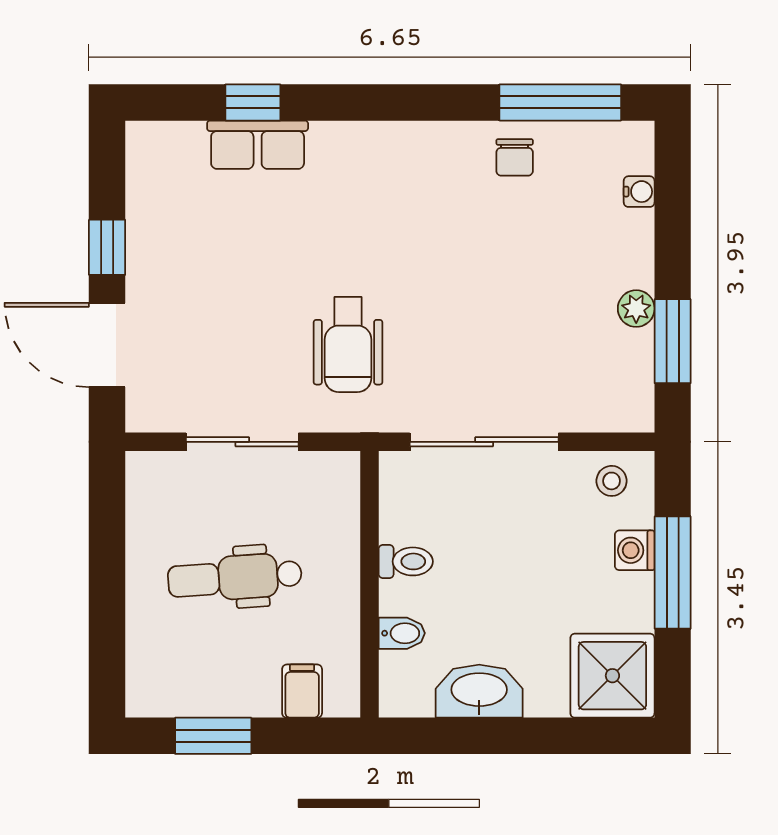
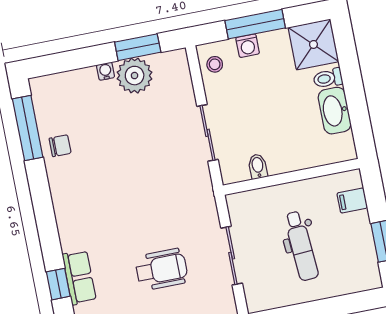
water cooler: (639, 192) -> (105, 71), moved
plant: (636, 309) -> (135, 76), width x1.88, depth x1.88
wheelchair: (348, 345) -> (162, 269), moved
sliding door: (484, 442) -> (207, 133), width x0.73
toilet: (406, 561) -> (328, 78), moved, turned -90
bidet: (402, 633) -> (258, 166), moved

